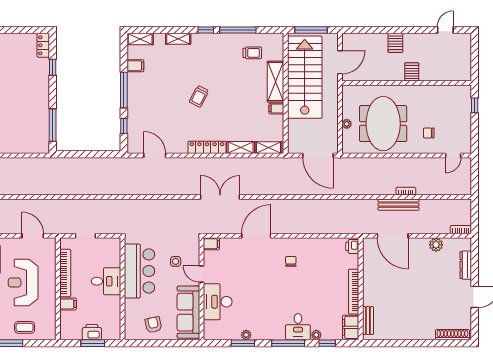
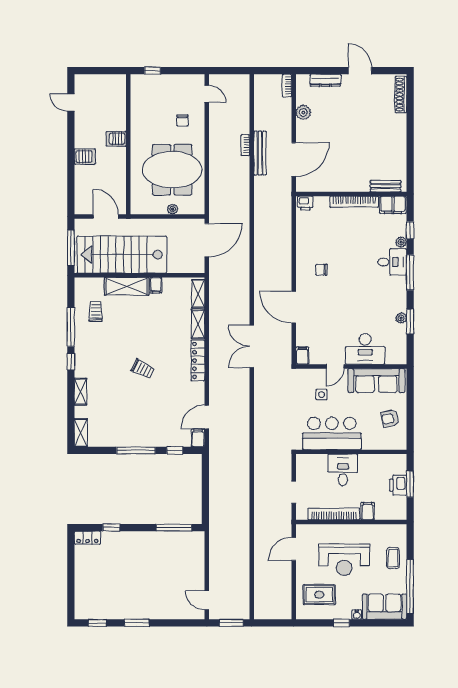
filing cabinet: (135, 66) -> (198, 438), moved

